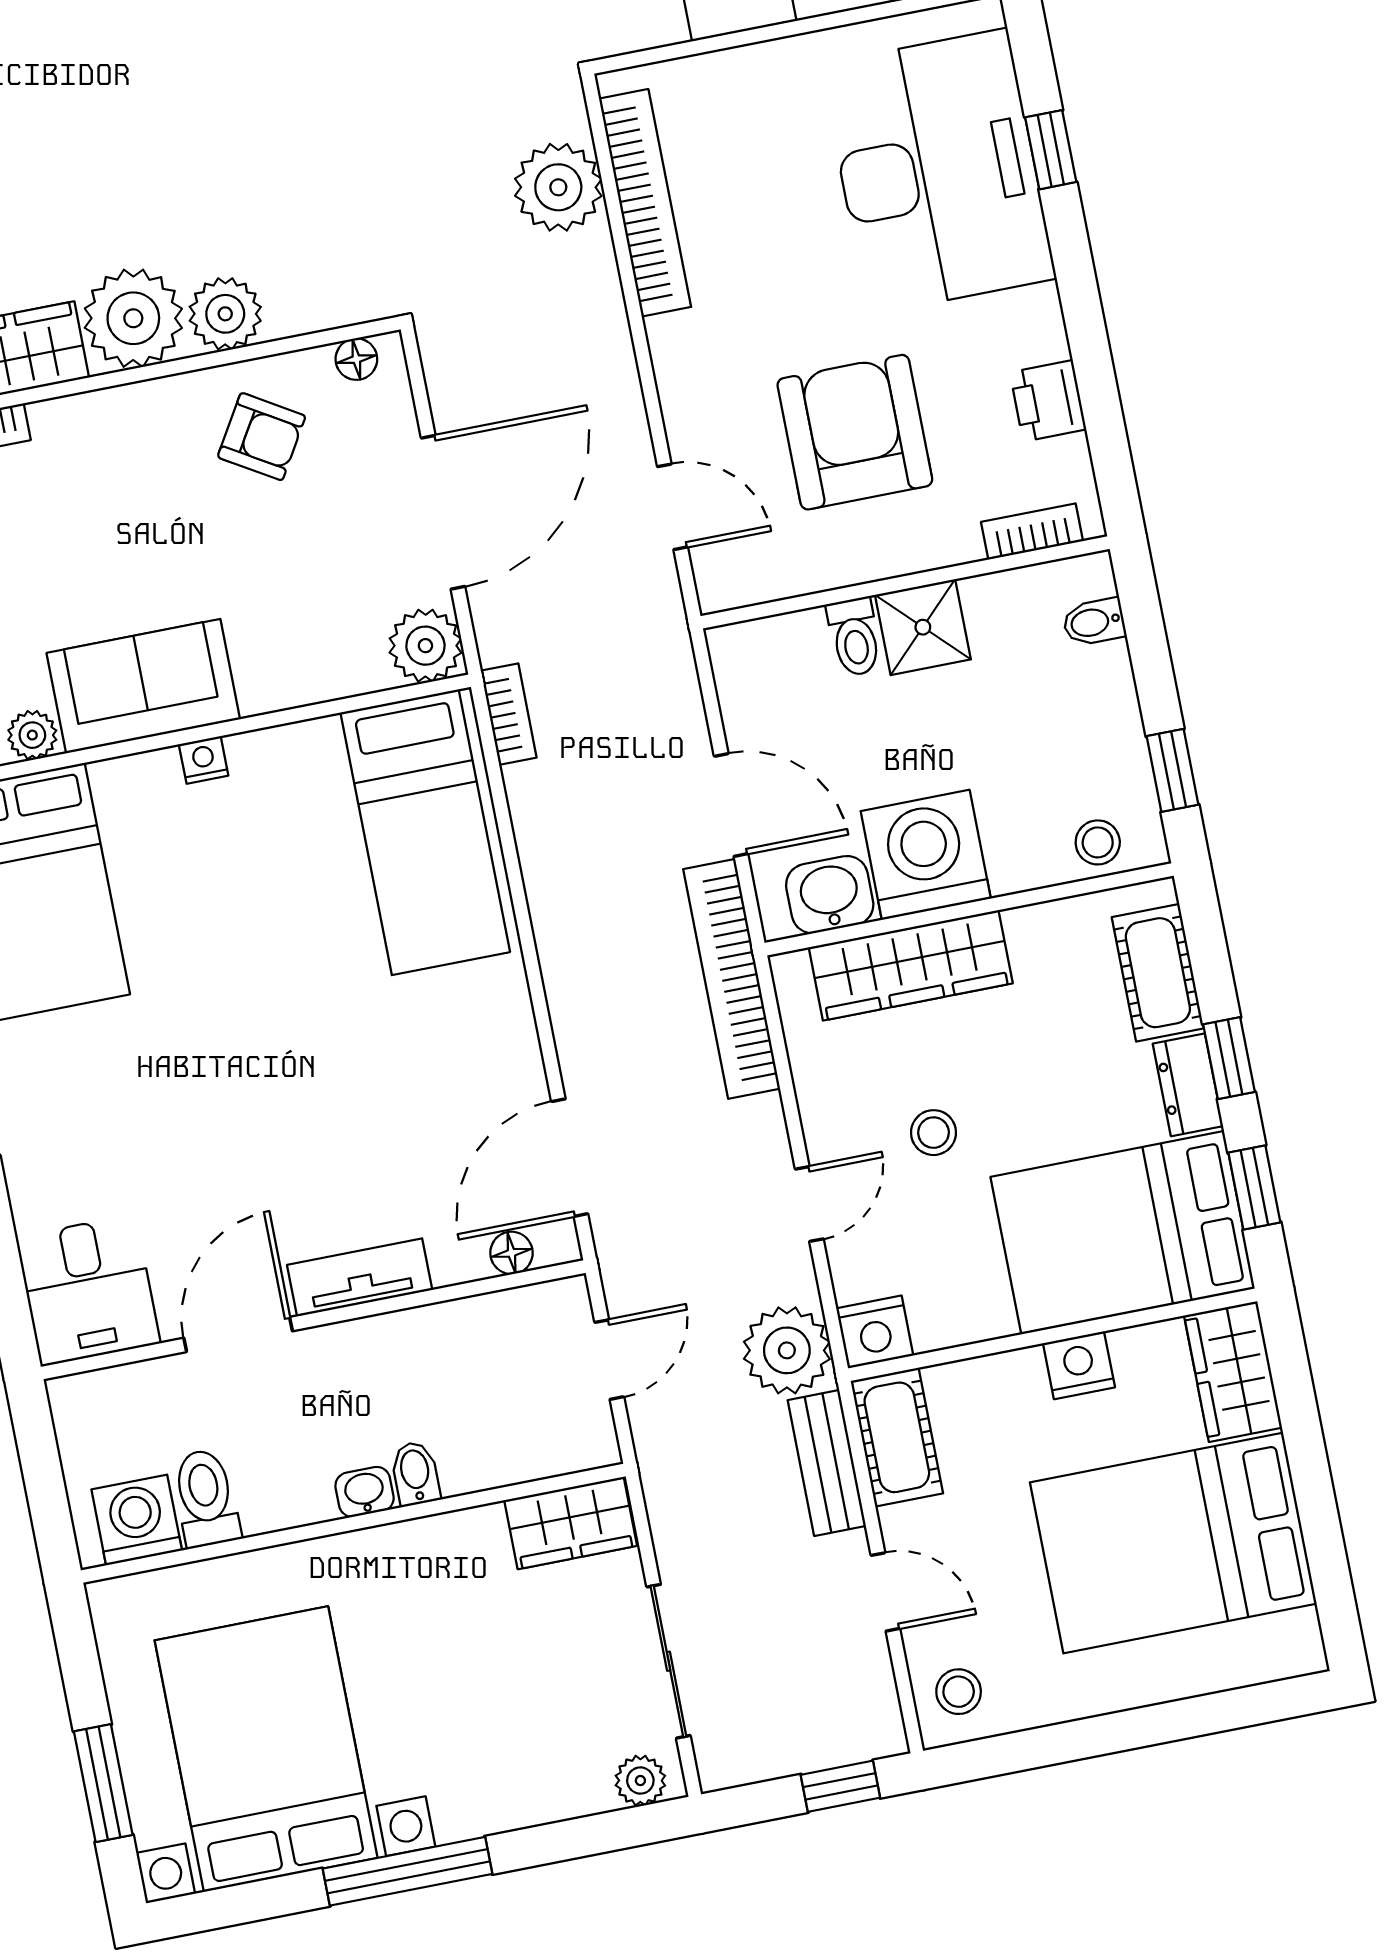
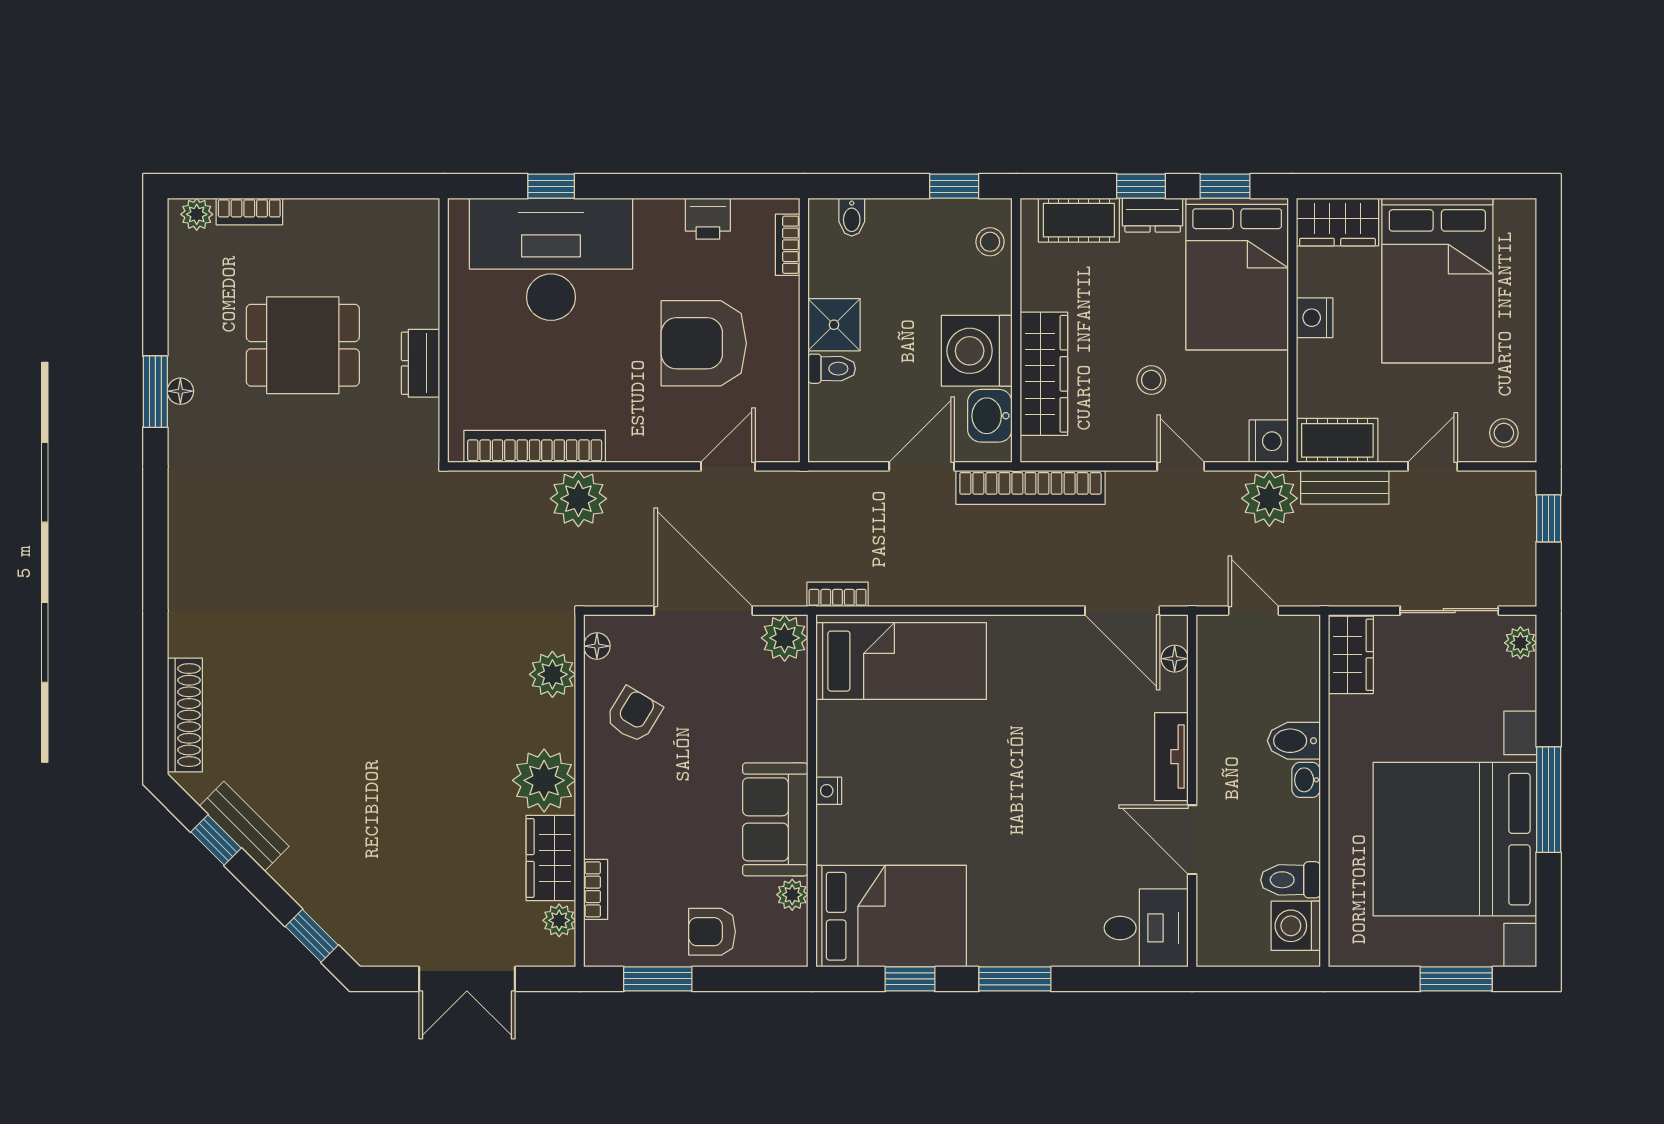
plant: (558, 187) -> (578, 499), moved
plant: (225, 314) -> (552, 674), moved
bidet: (415, 1473) -> (1294, 741), width x1.38, depth x1.36
bed with nightstands: (266, 1749) -> (1455, 839), width x1.36

